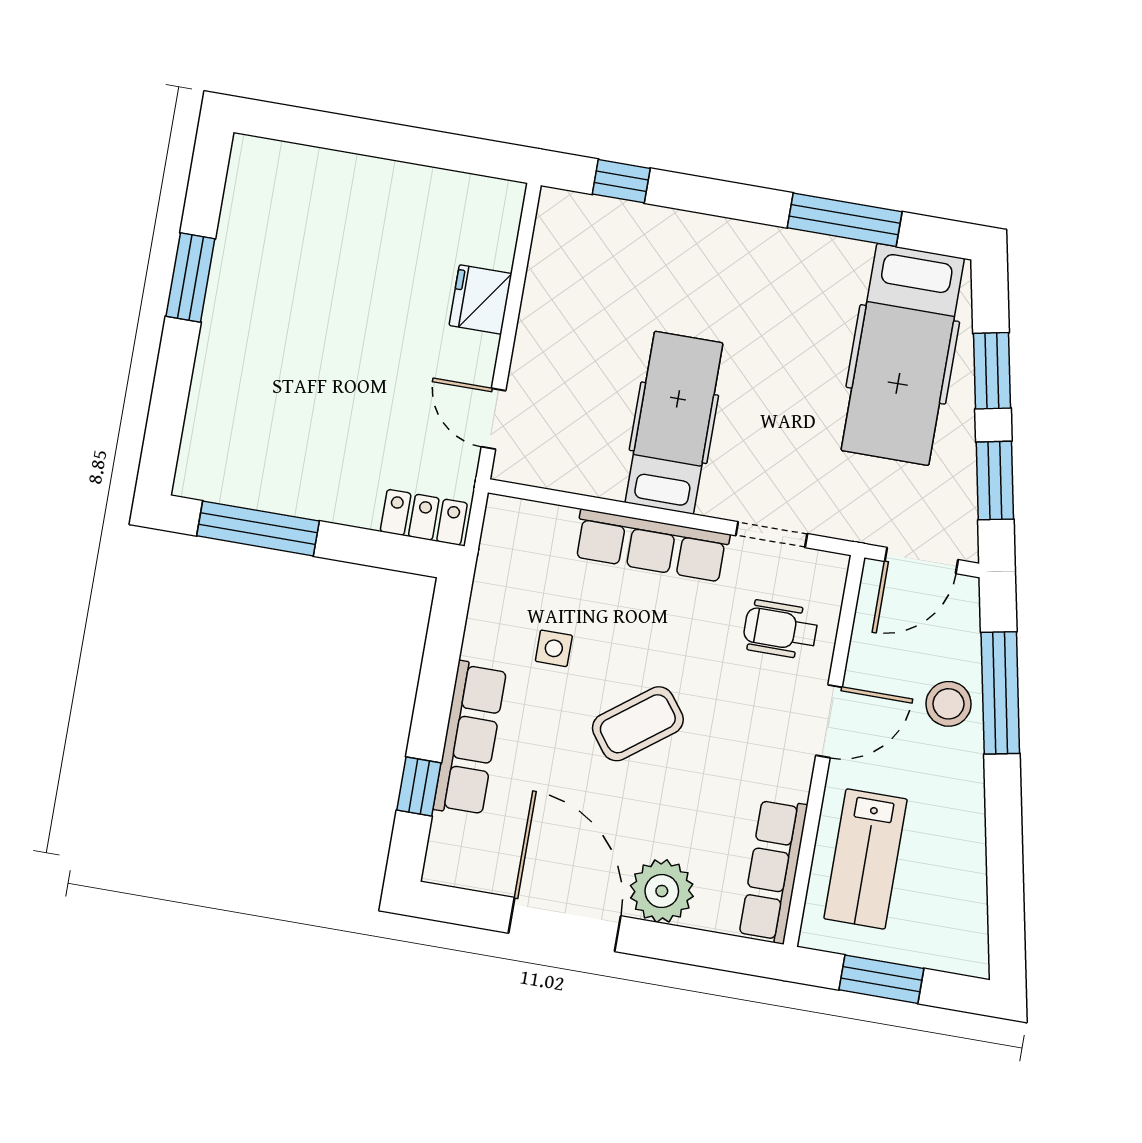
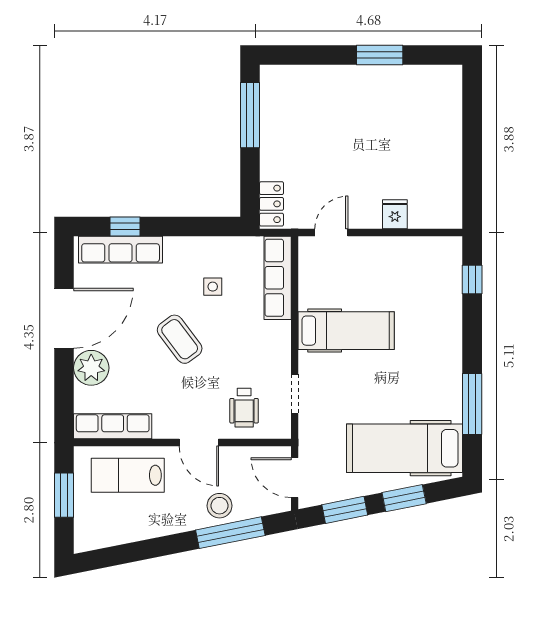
fridge: (480, 299) -> (395, 214), width x0.72
row of seats: (652, 546) -> (278, 278), moved
wheelchair: (780, 630) -> (244, 408), turned 180
row of seats: (470, 739) -> (121, 250), moved

